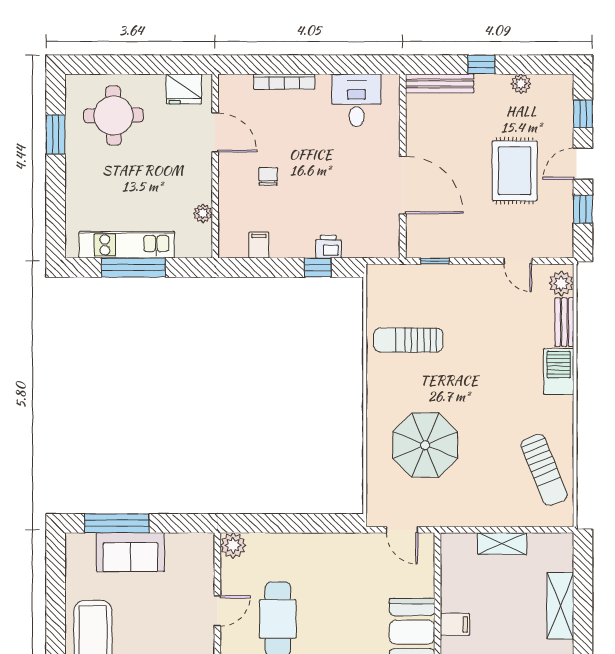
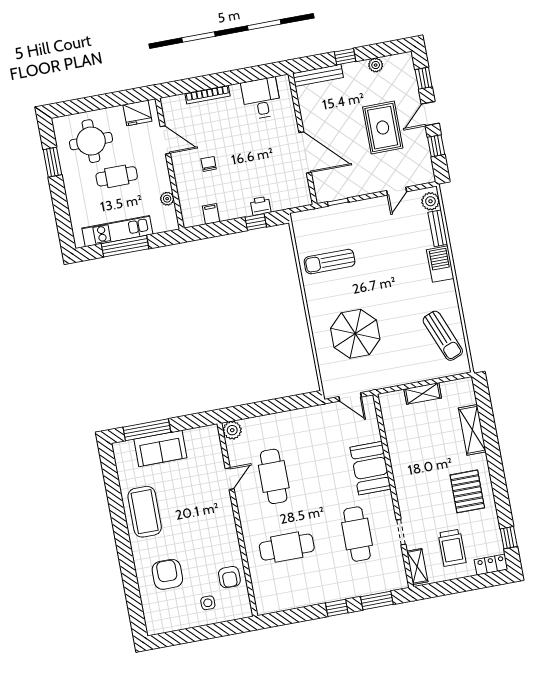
cafe table: (140, 170) -> (117, 176), added
door: (518, 261) -> (397, 191), hinge flipped
filing cabinet: (455, 624) -> (400, 457), removed

